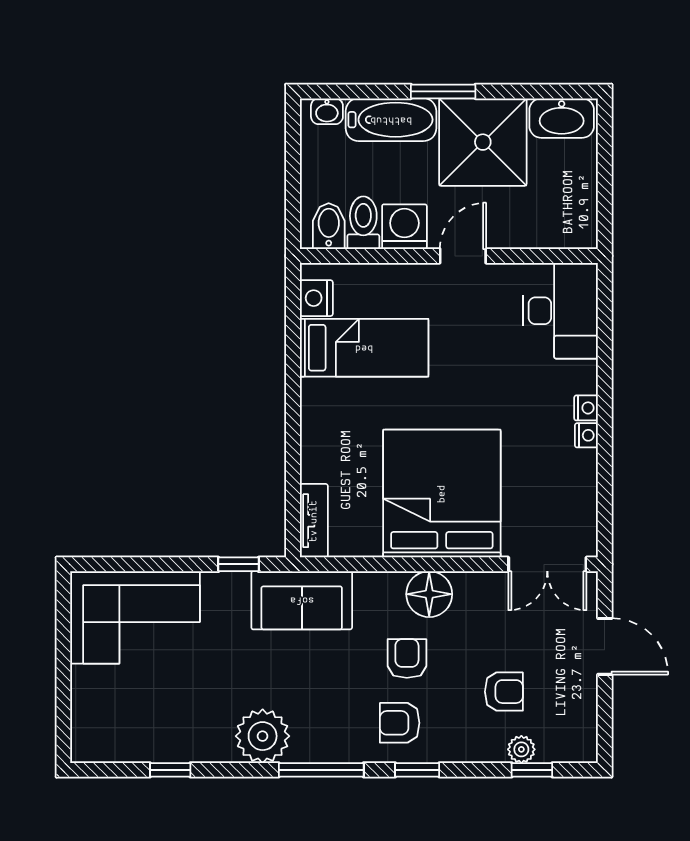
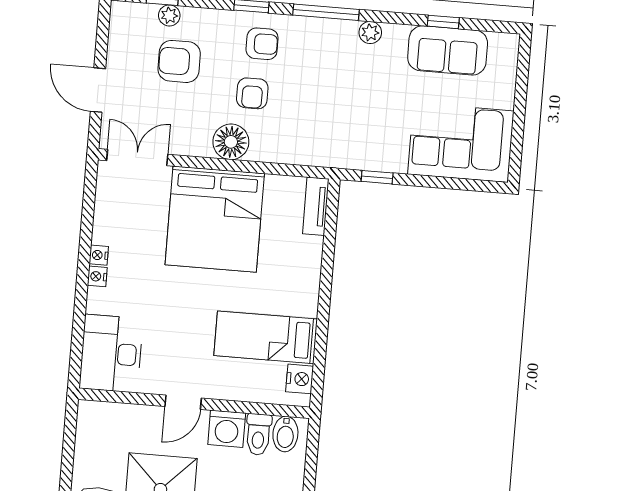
sofa: (302, 600) -> (448, 50), moved, turned 180
armchair: (504, 692) -> (179, 61), width x1.38, depth x1.38
plant: (263, 736) -> (370, 32), width x0.53, depth x0.53

